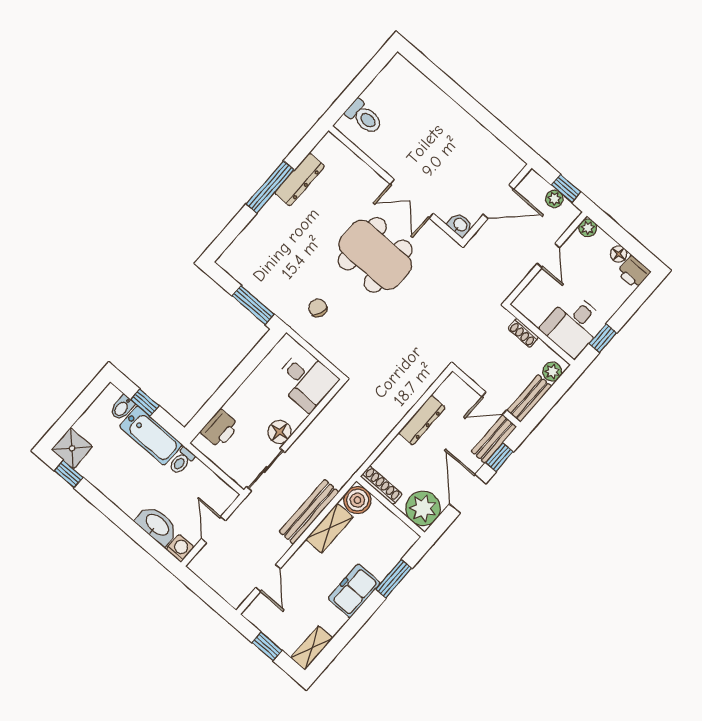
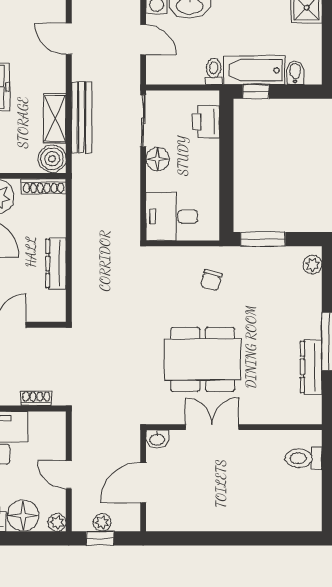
plant: (233, 254) -> (312, 264), added
floor lamp: (619, 254) -> (23, 516), width x1.89, depth x1.89
chair: (318, 308) -> (211, 280), turned 85
window: (145, 403) -> (256, 92), moved

